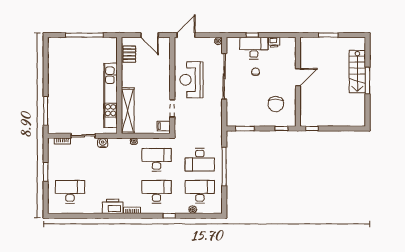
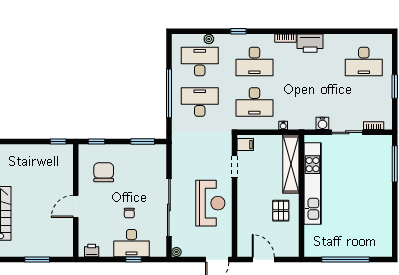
printer: (274, 42) -> (92, 251), moved
pallet: (129, 54) -> (281, 211), moved
desk: (200, 192) -> (200, 62), turned 180

